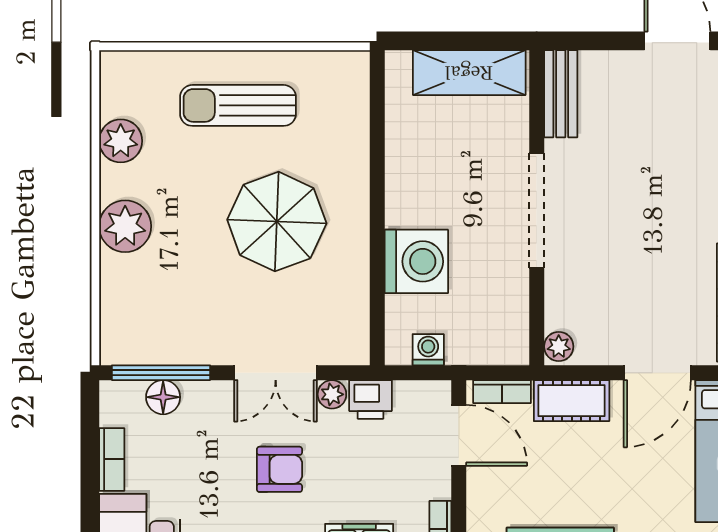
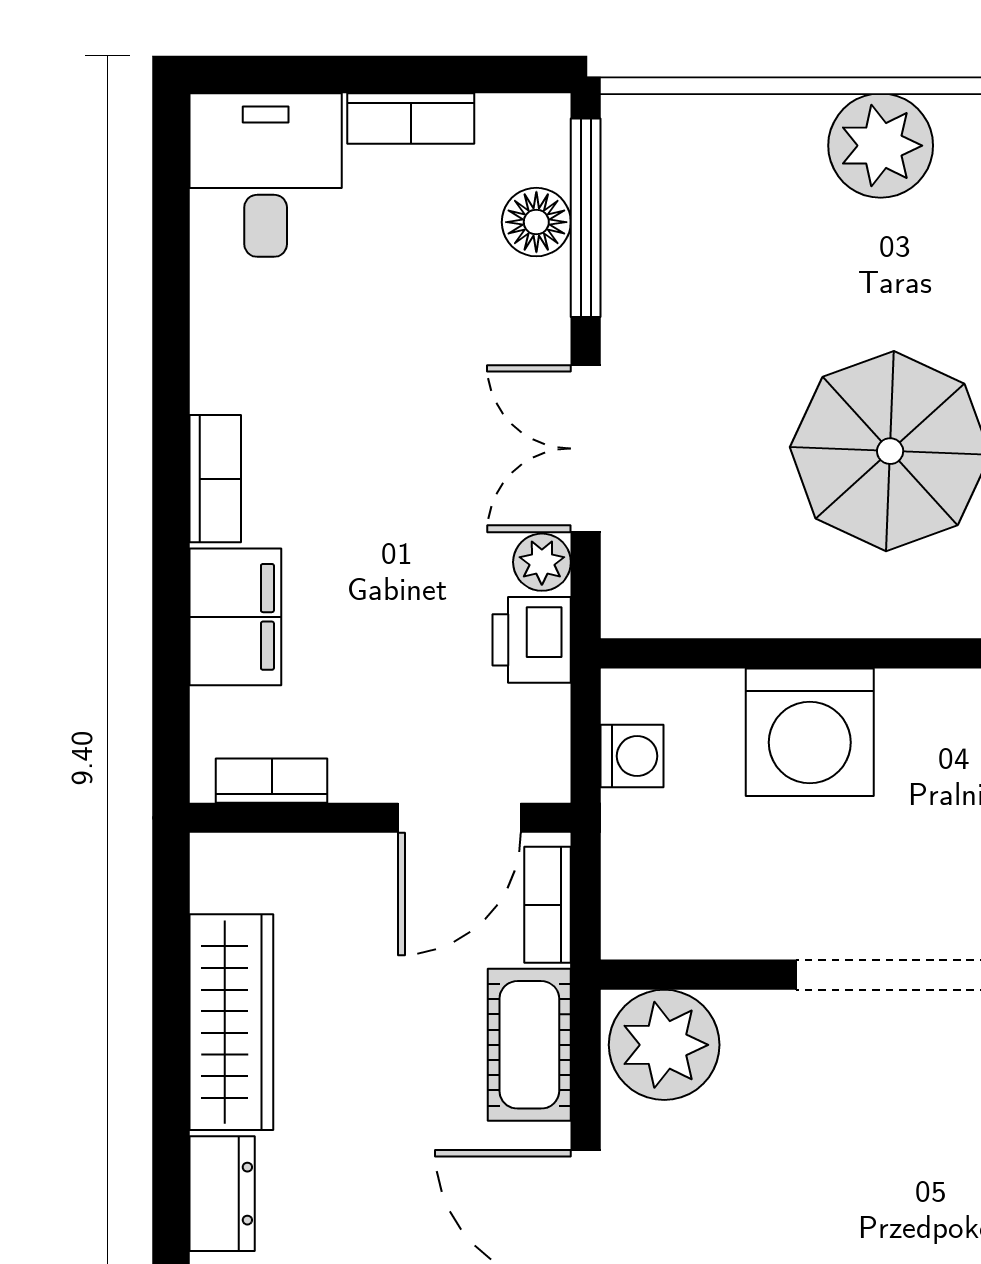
plant: (559, 346) -> (664, 1045), width x1.88, depth x1.88
armchair: (279, 469) -> (391, 457), removed

